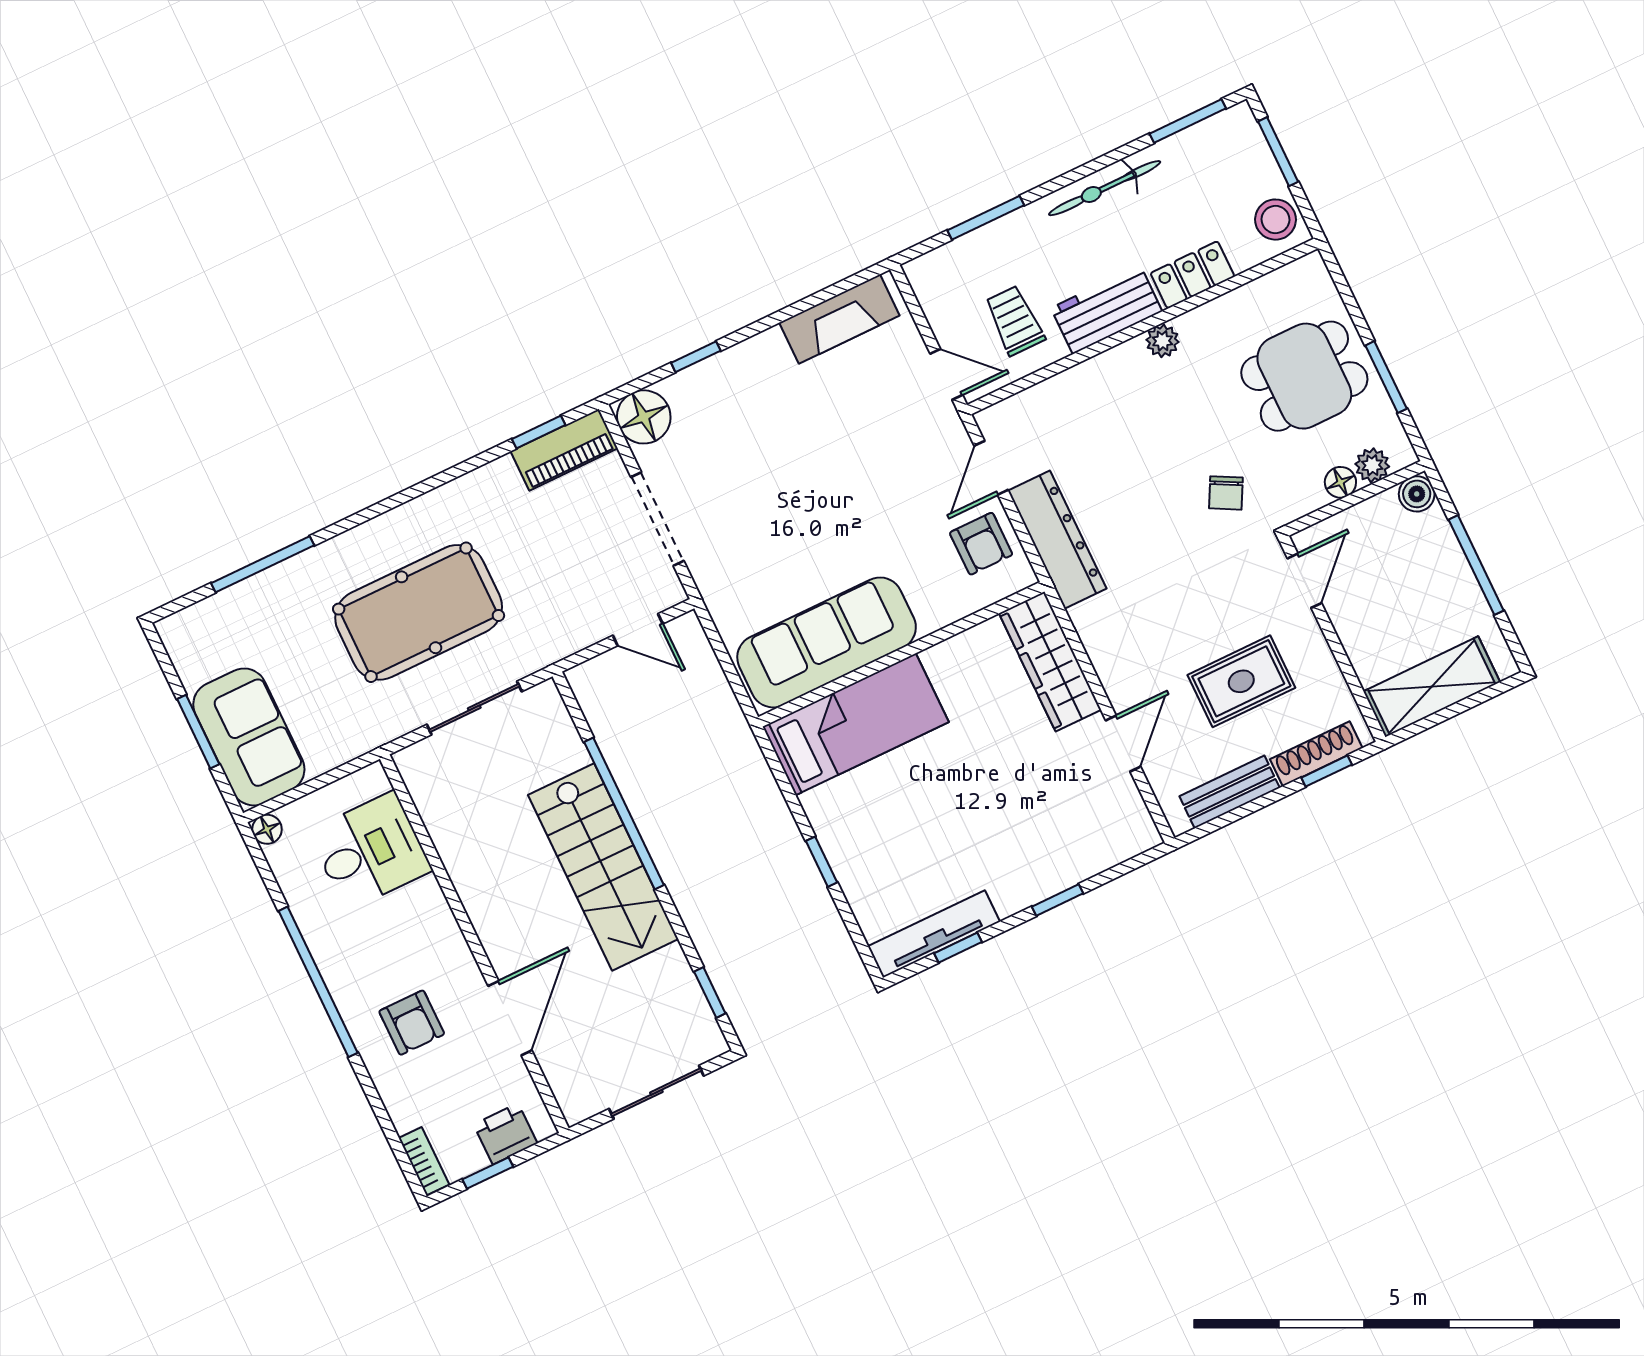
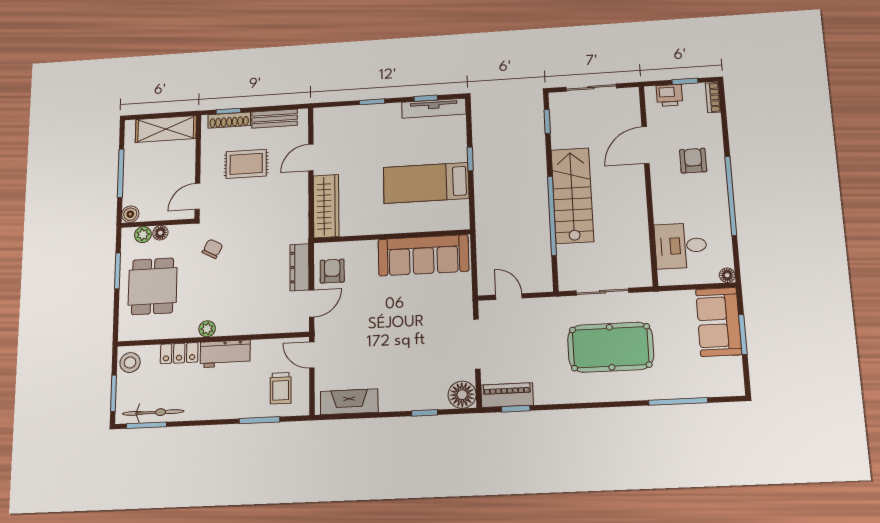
bicycle: (1105, 188) -> (153, 413), moved
trolley: (1015, 321) -> (281, 388), moved
dining table: (1304, 376) -> (153, 286), turned 90
dresser: (1057, 540) -> (300, 267), width x0.73, depth x0.80
bed: (856, 724) -> (426, 183), moved

